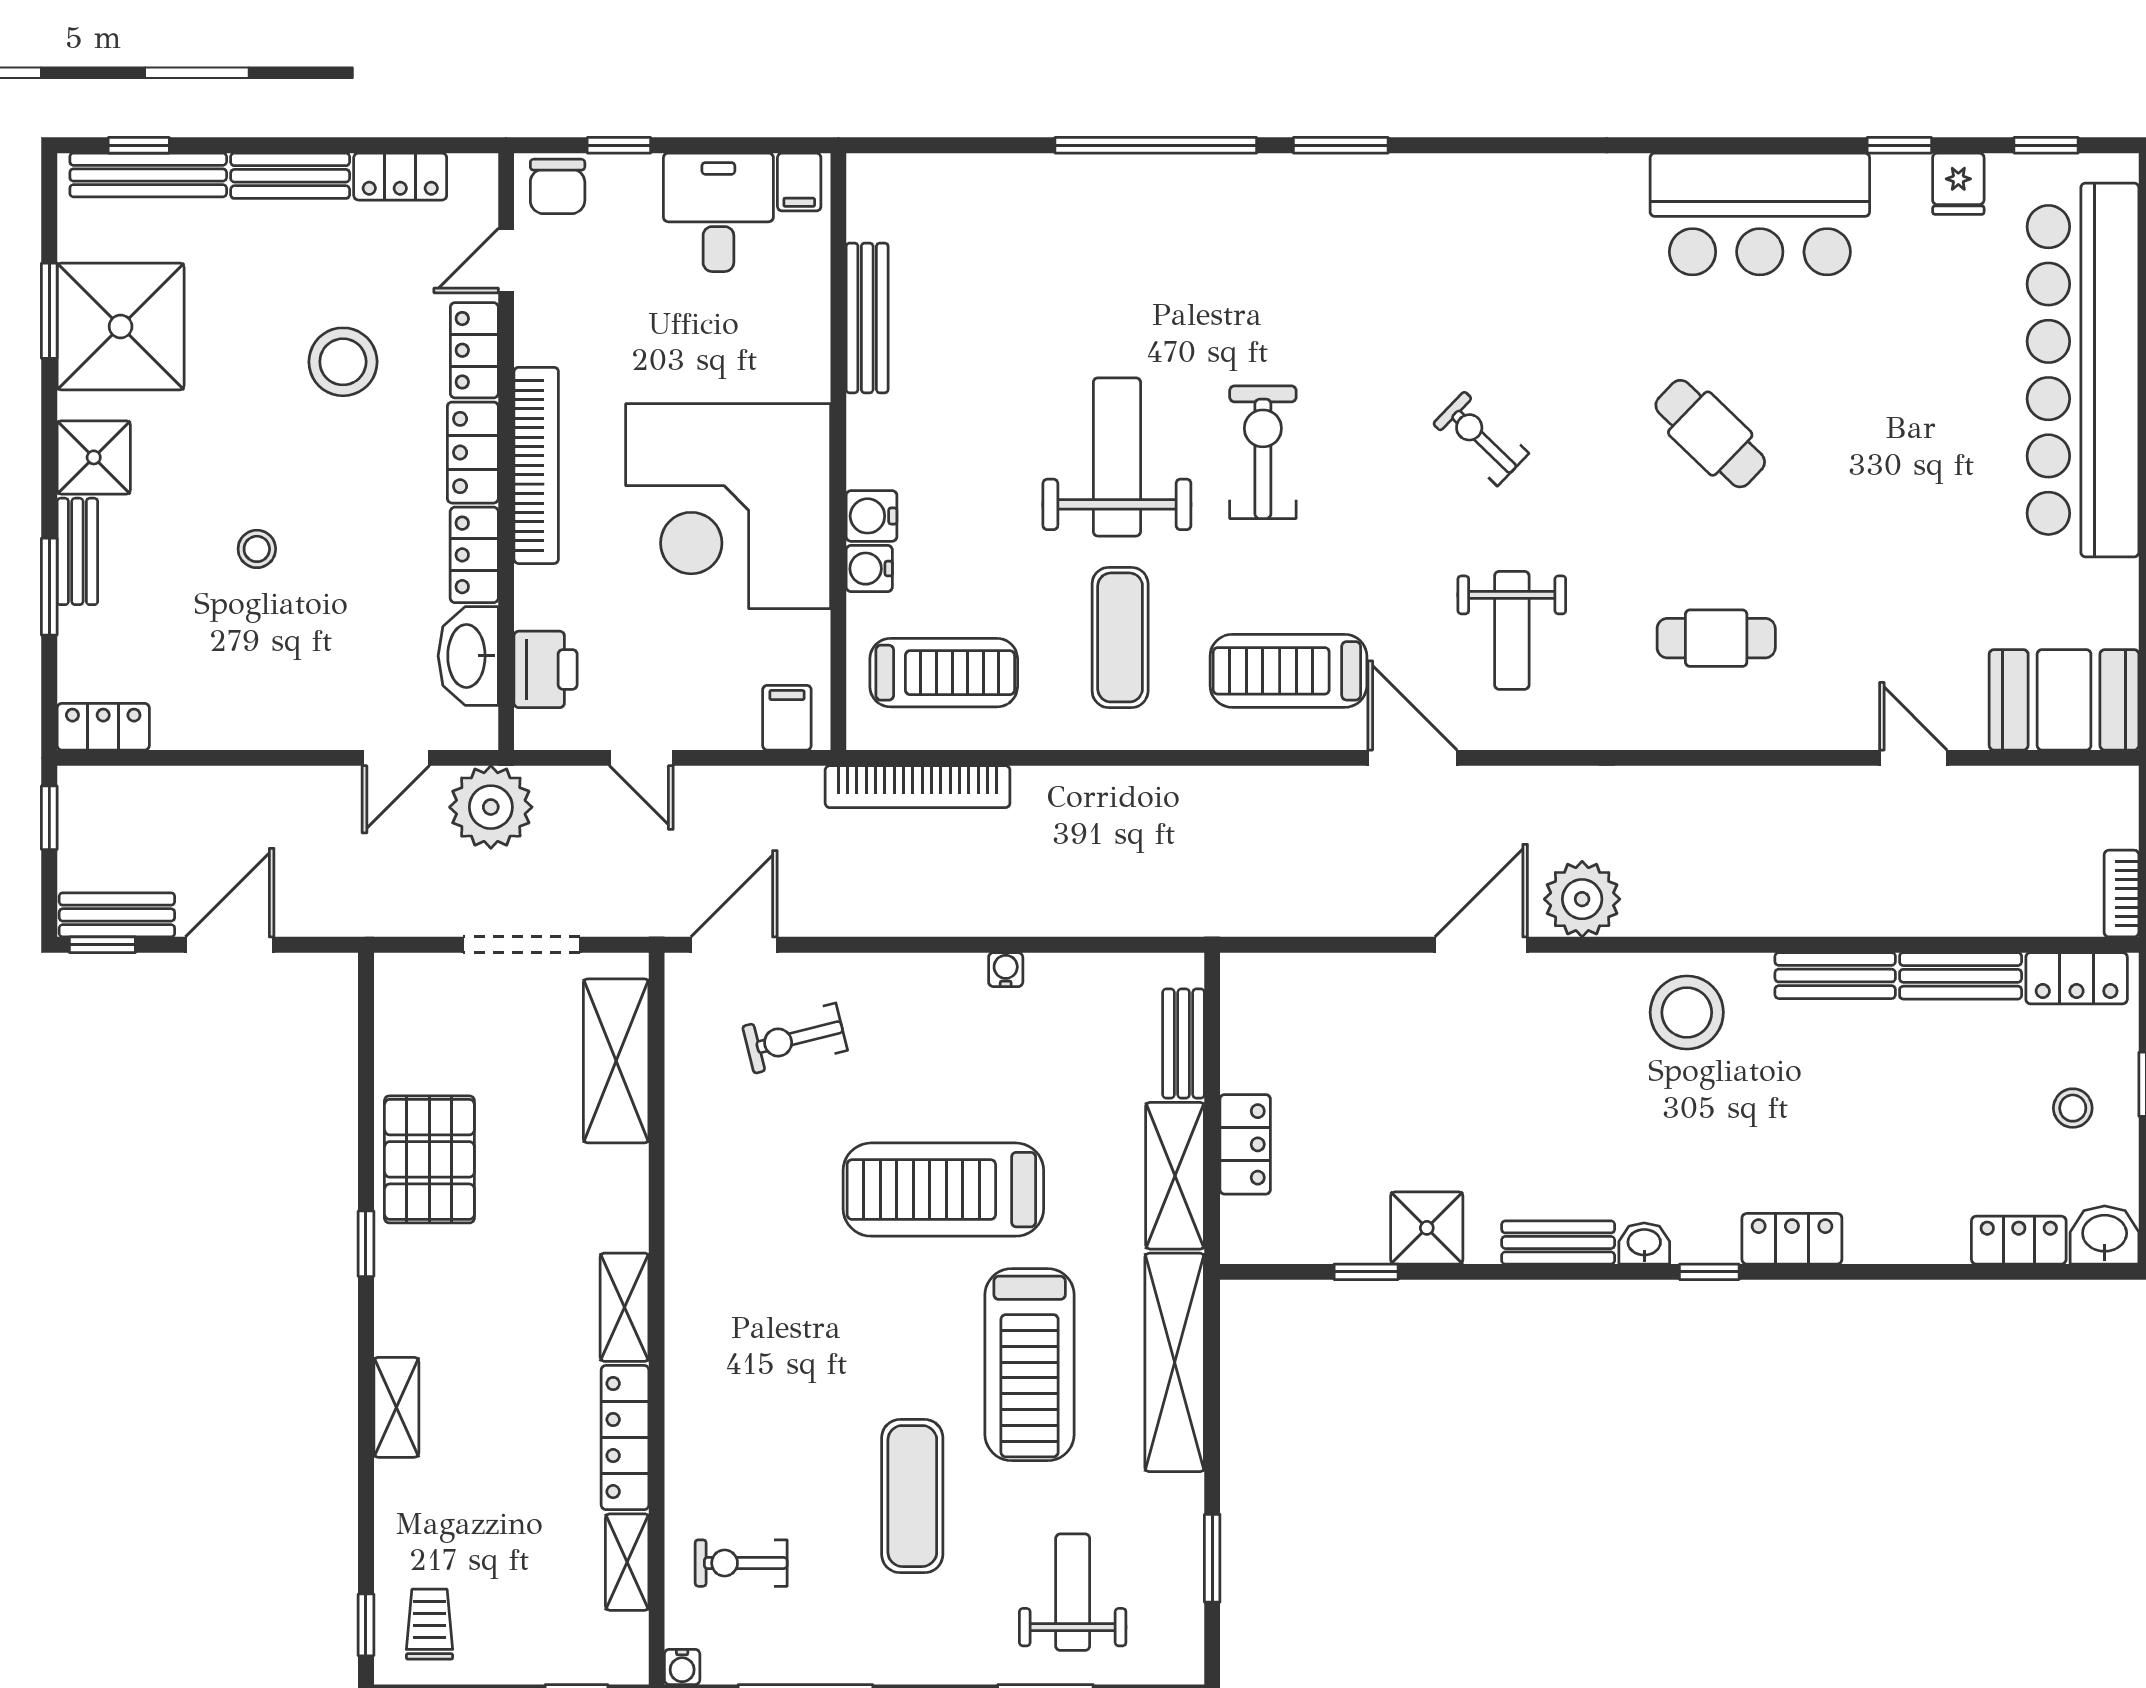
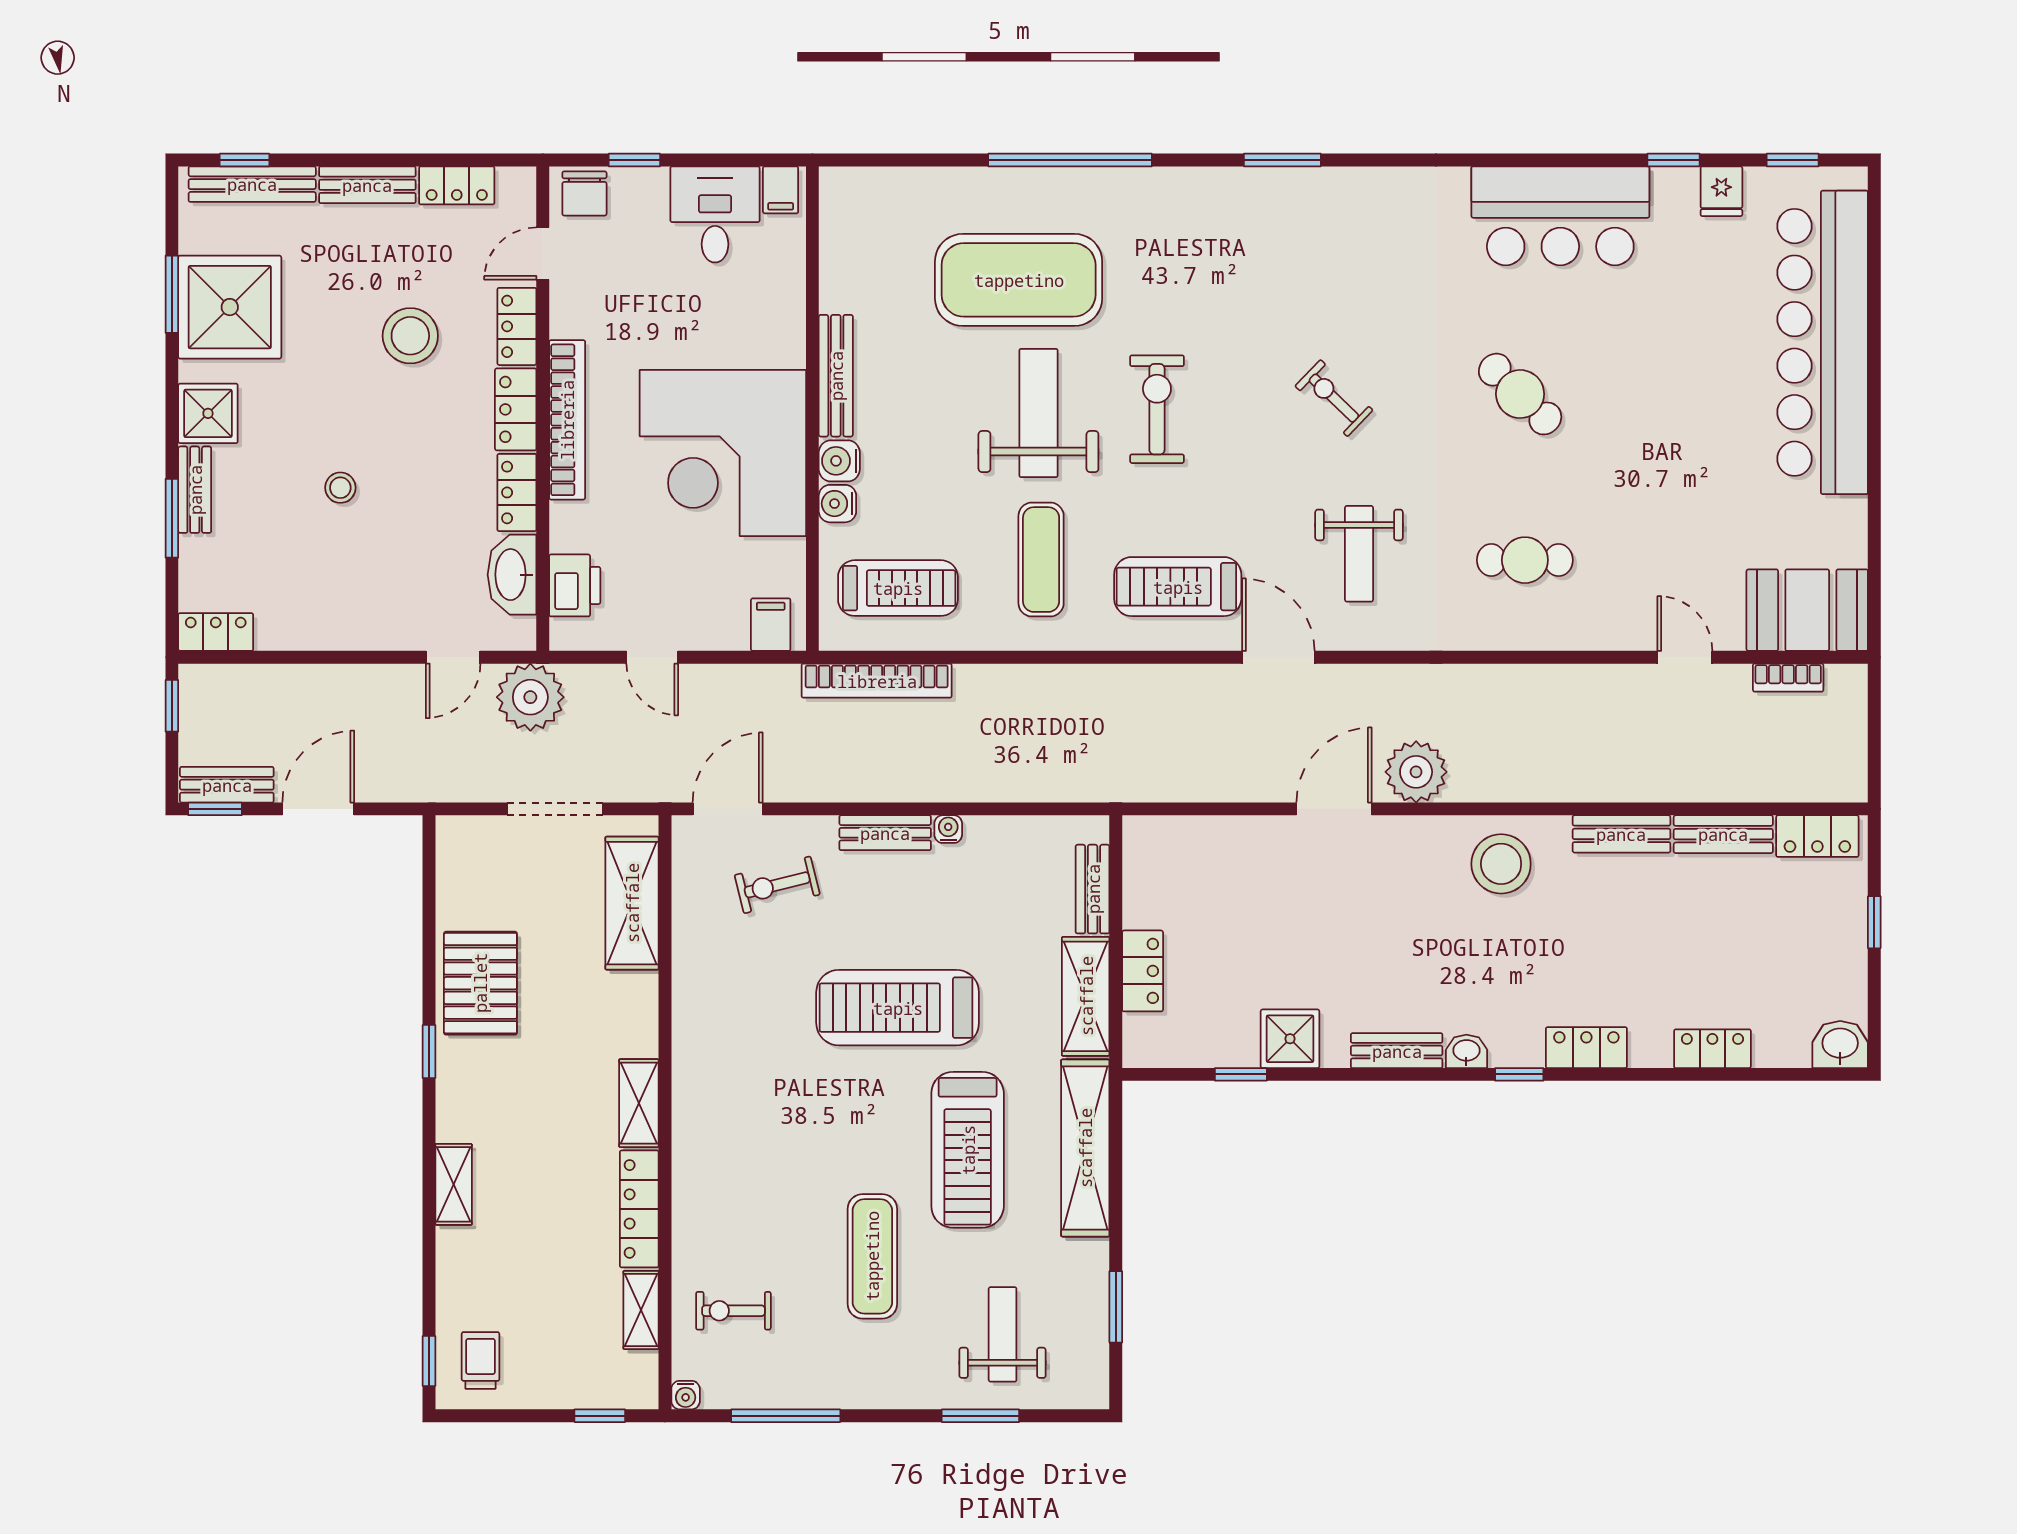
window: (1341, 145) -> (1282, 160), moved
exercise mat: (1092, 293) -> (1019, 280), added
bench: (867, 318) -> (836, 376), moved
bookcase: (2122, 894) -> (1788, 678), moved, turned -90
bench: (928, 974) -> (885, 833), added
stool: (2073, 1108) -> (1814, 941), removed
locker: (2019, 1240) -> (1712, 1049), moved

